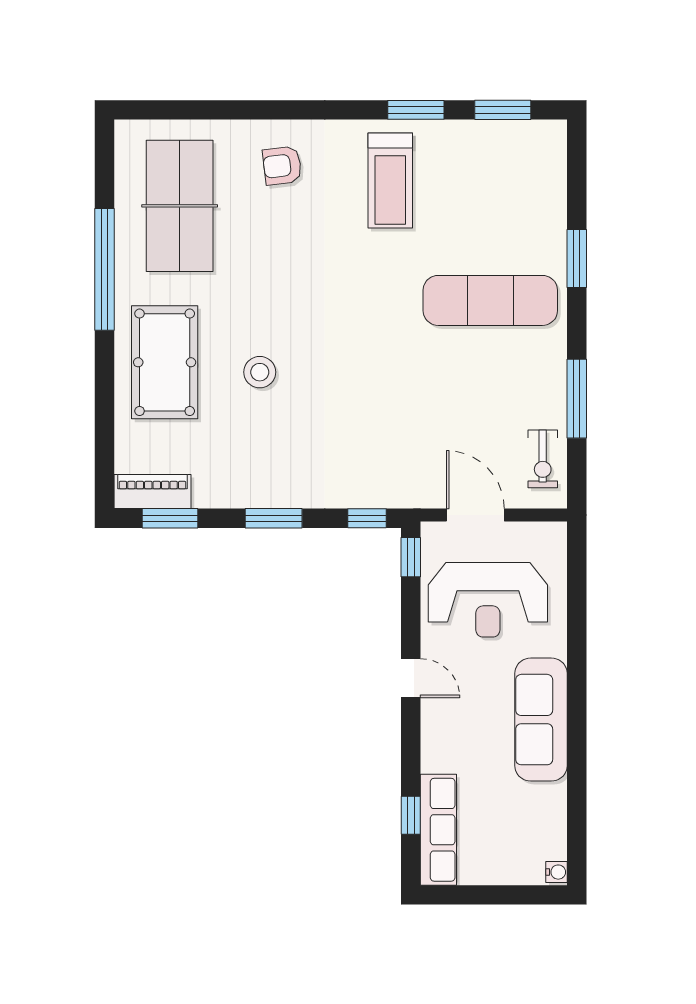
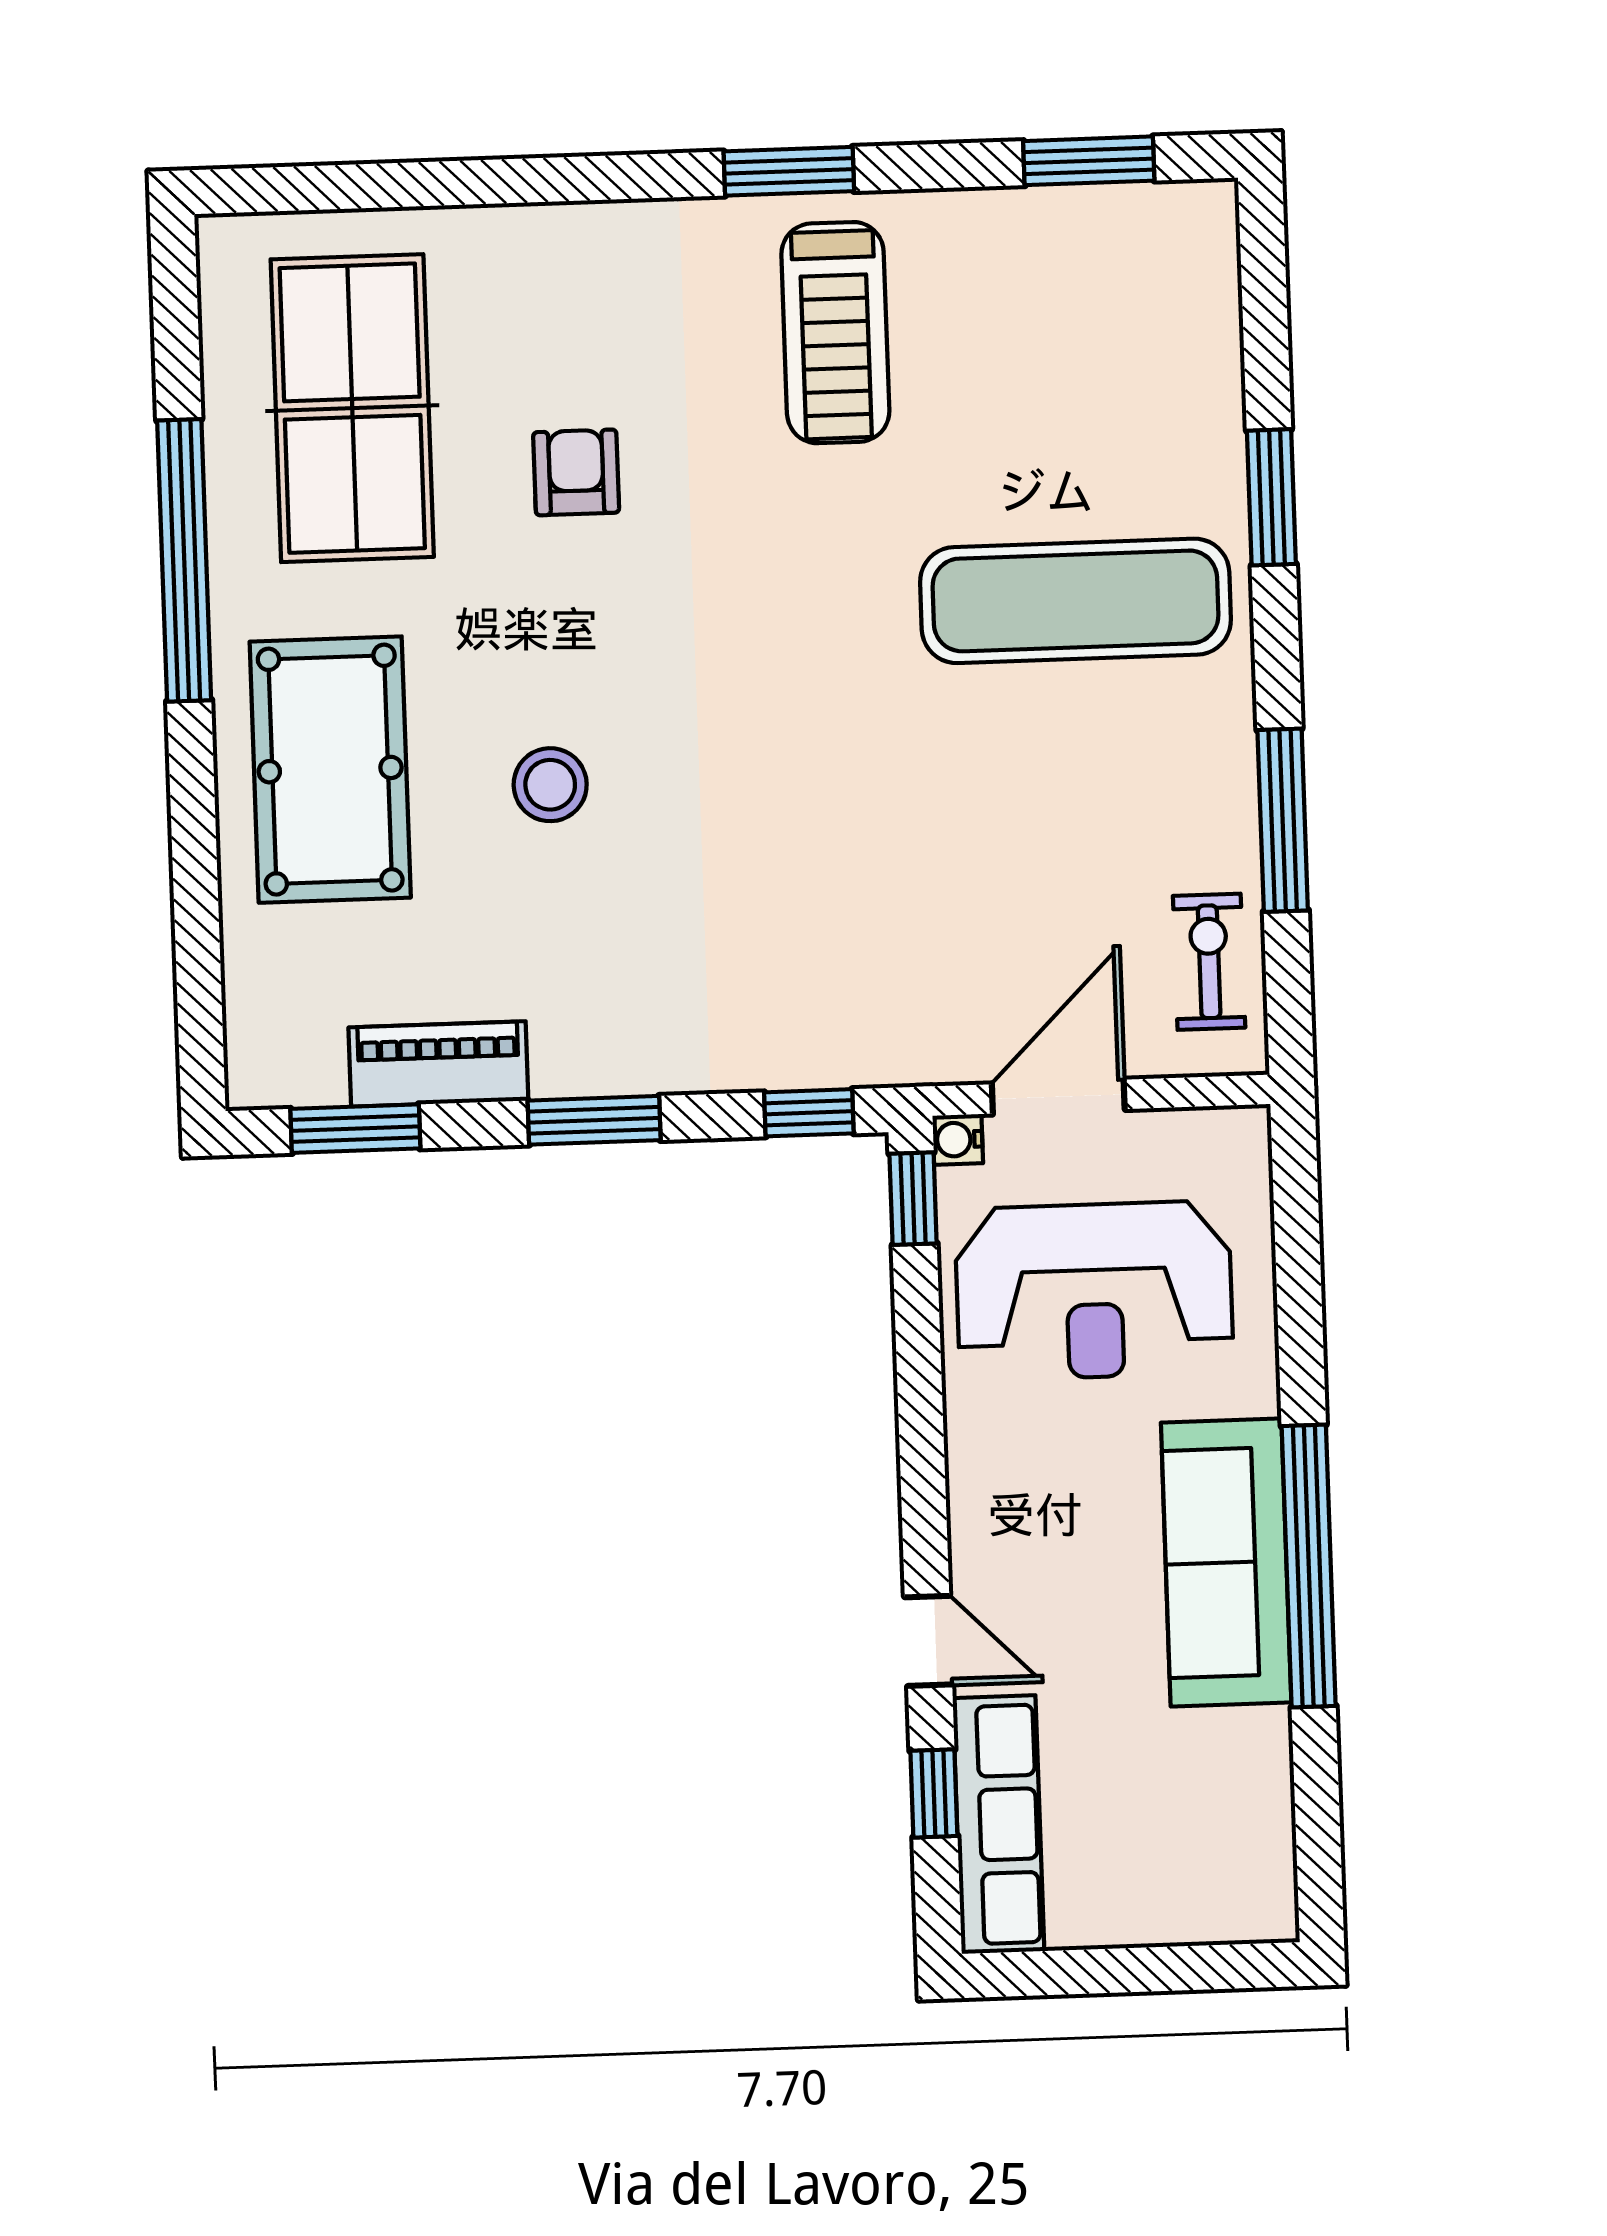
window: (416, 110) -> (789, 171), moved
armchair: (282, 166) -> (576, 472), moved, turned 97
exercise bike: (543, 459) -> (1209, 962), turned 180
piano: (153, 492) -> (438, 1064), moved
door: (475, 515) -> (1058, 1097), hinge flipped
door: (411, 678) -> (929, 1641), moved
window: (577, 722) -> (1309, 1566), added
water cooler: (557, 872) -> (958, 1139), moved, turned 180

